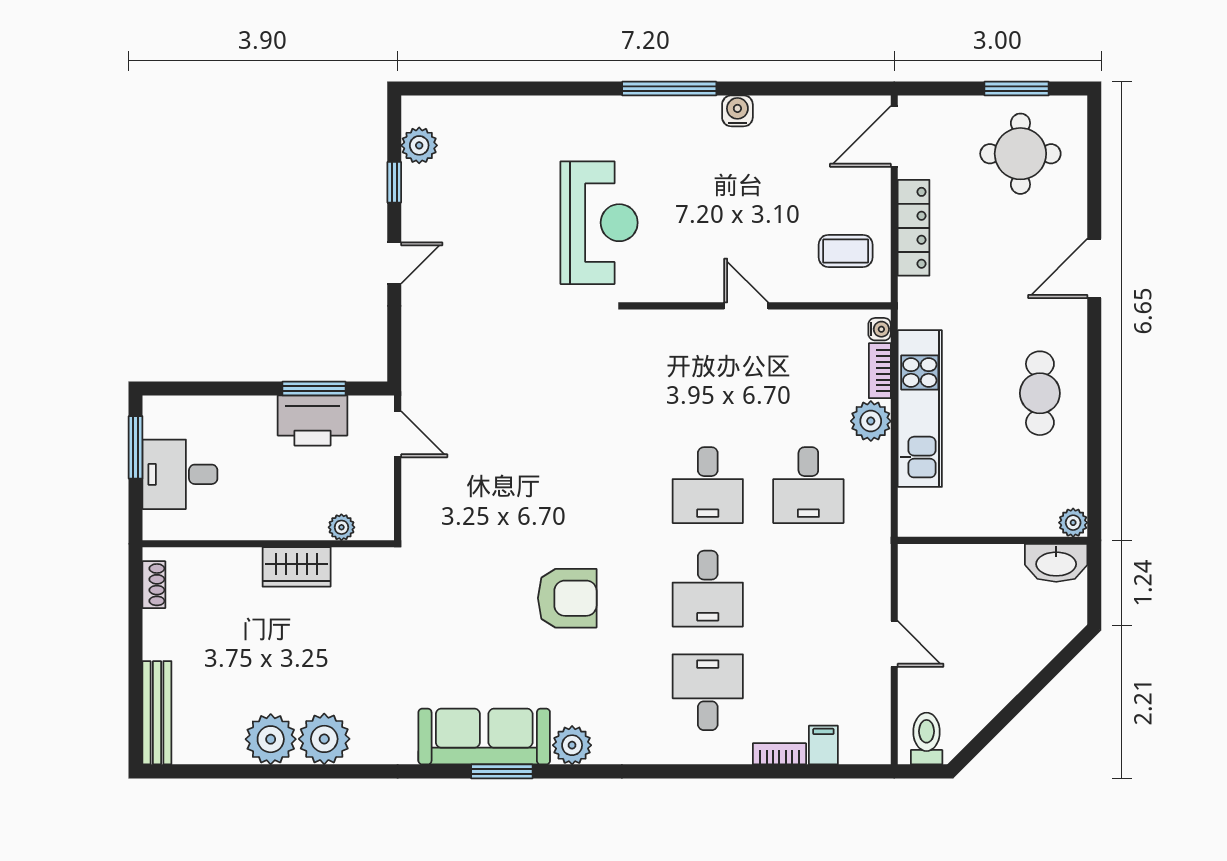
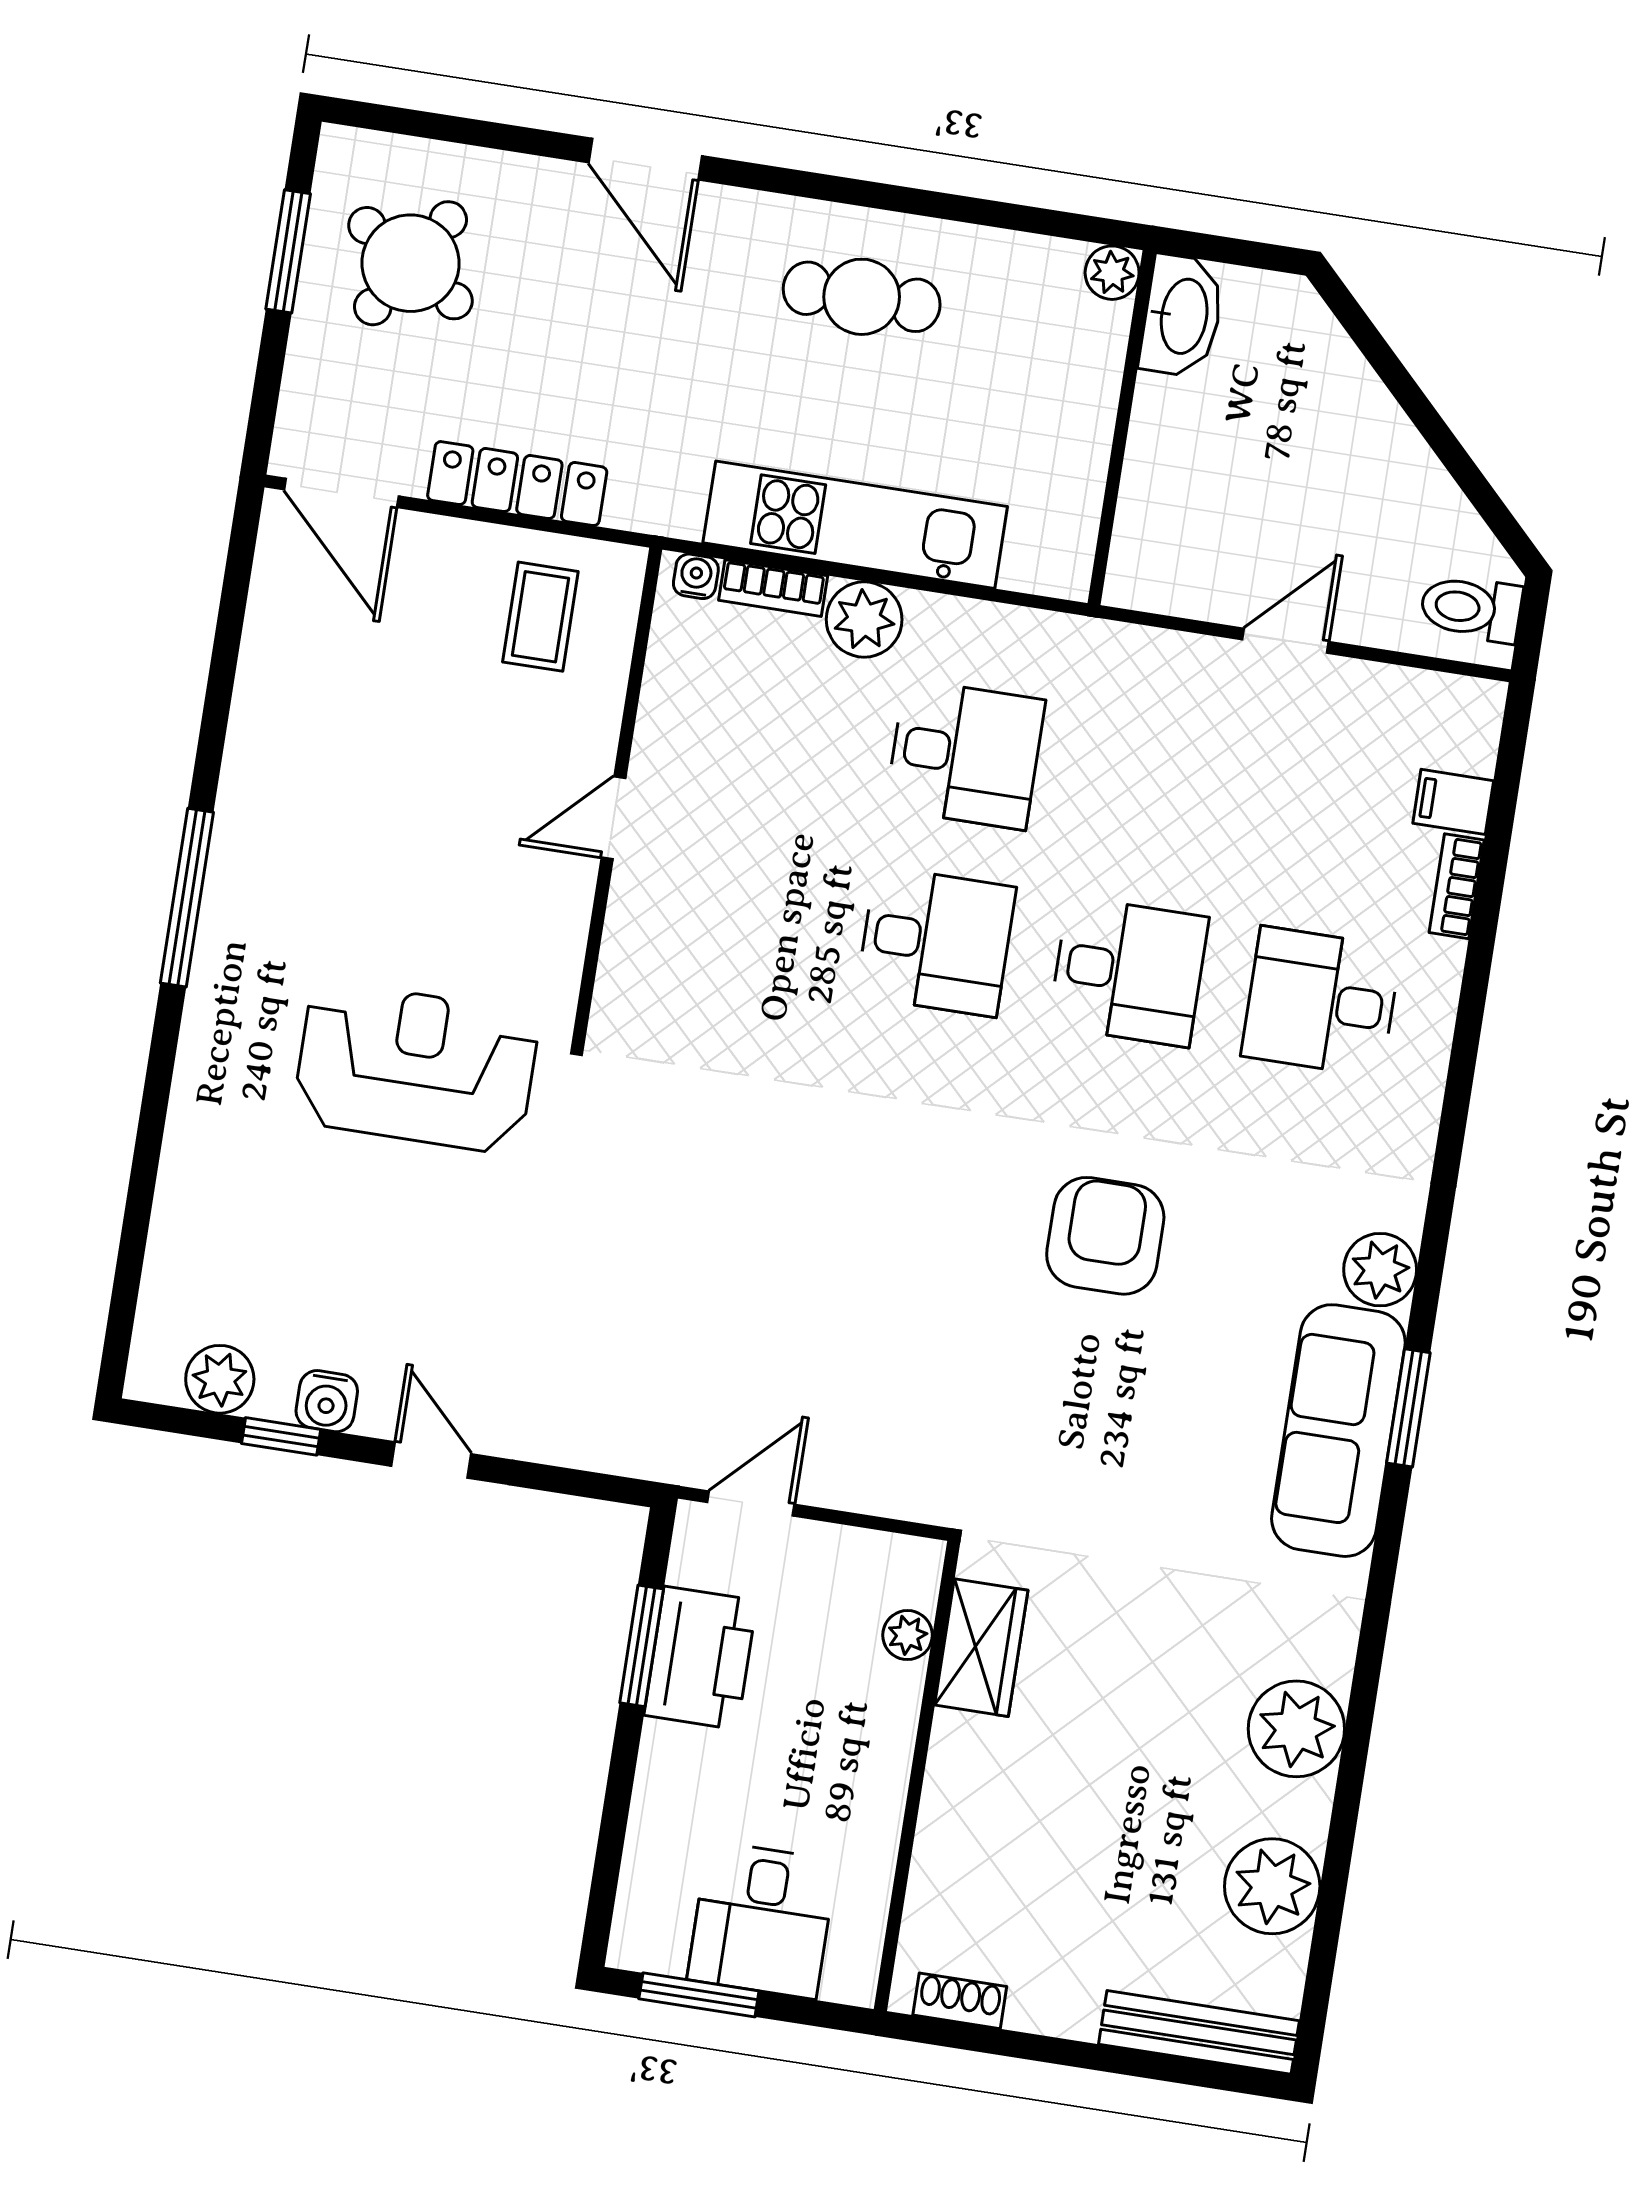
water cooler: (737, 111) -> (327, 1401), moved, turned -90
round table: (1020, 154) -> (410, 263), turned 32
wardrobe: (297, 567) -> (981, 1648), moved
plant: (271, 739) -> (1272, 1886), moved

